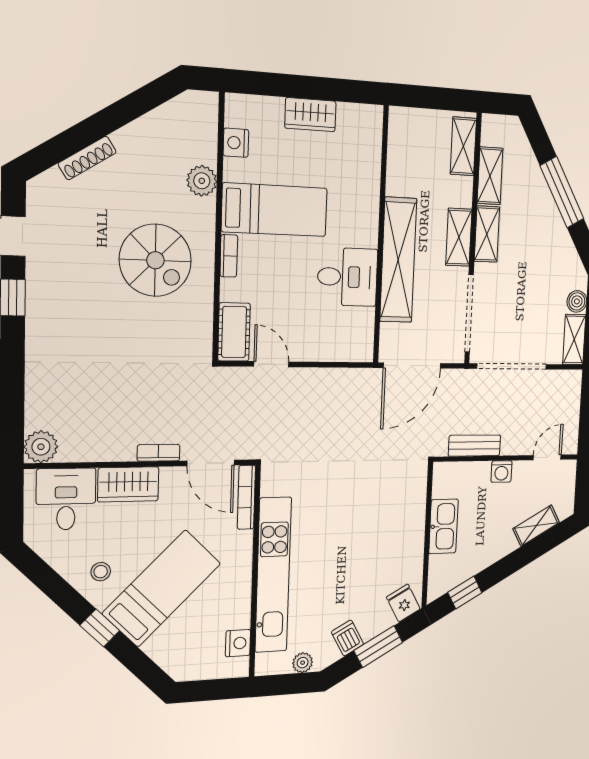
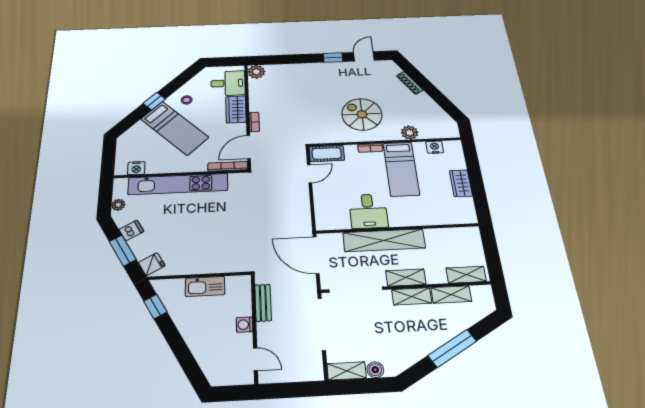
spiral stairs: (155, 260) -> (362, 114), turned 90
shelving: (536, 526) -> (203, 356), removed

